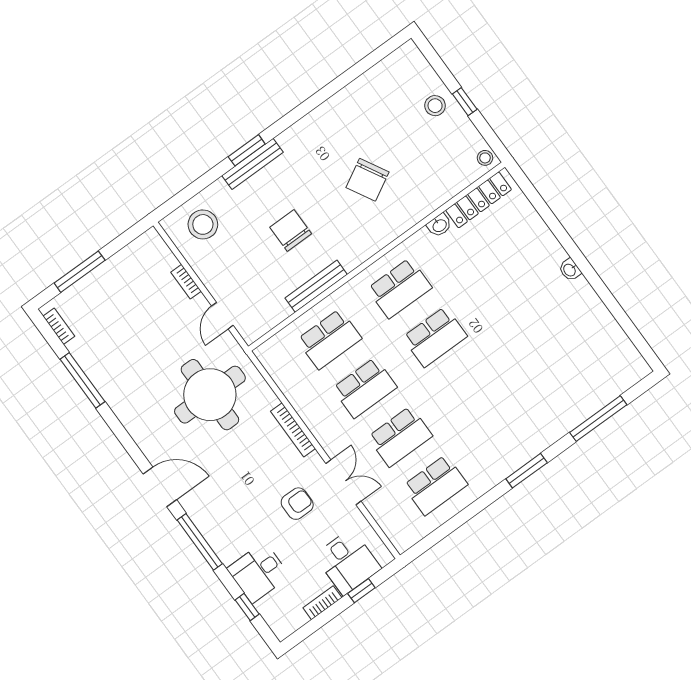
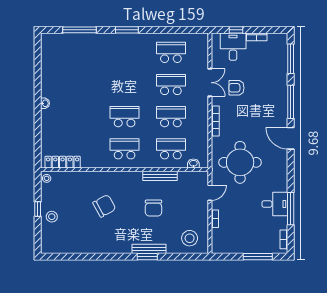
washbasin: (439, 225) -> (193, 164), moved
double door: (343, 482) -> (210, 83), swing flipped
desk: (258, 572) -> (275, 204), moved
window: (247, 607) -> (291, 59), width x2.17

